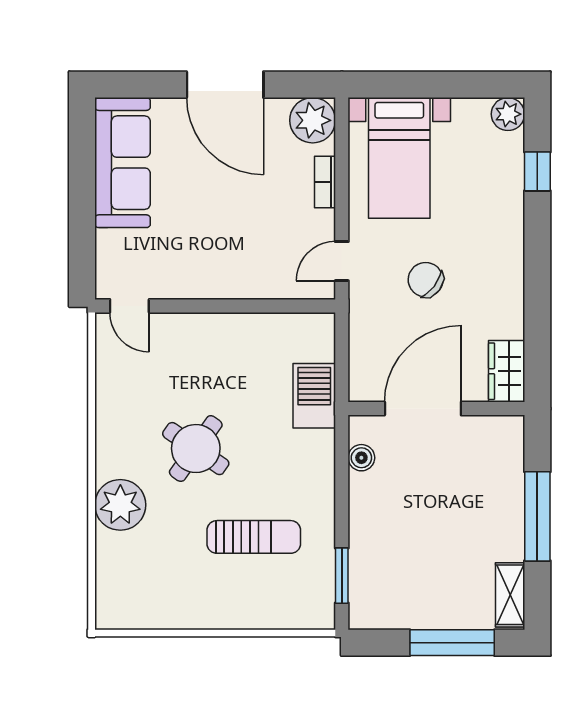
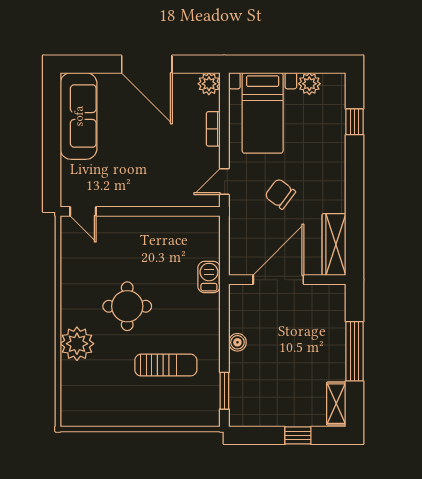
plant: (508, 114) -> (309, 84), moved
plant: (313, 120) -> (209, 84), width x0.73, depth x0.73
wardrobe: (507, 371) -> (334, 245), width x1.50
barbecue: (314, 396) -> (209, 277), width x0.73, depth x0.79
round table: (196, 449) -> (127, 306), turned -35
boiler: (361, 458) -> (237, 342), moved
window: (452, 643) -> (298, 435), width x0.46

